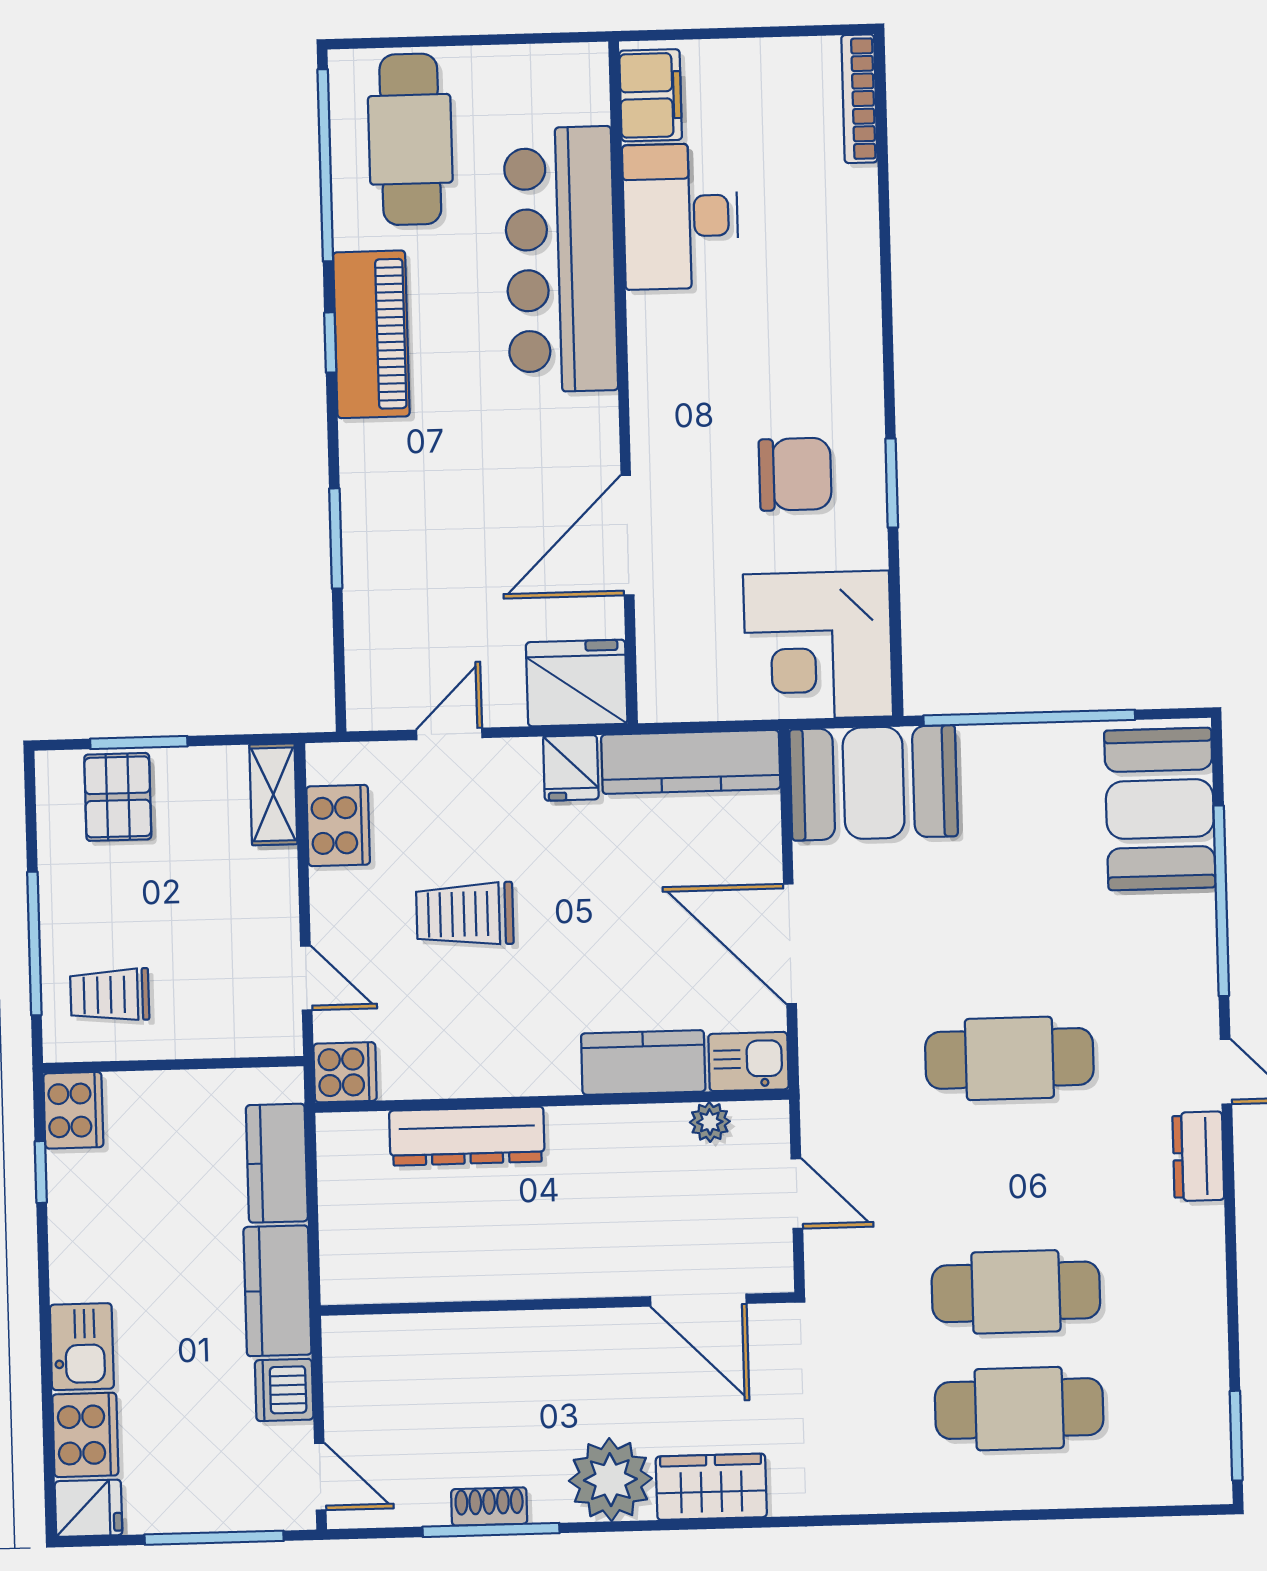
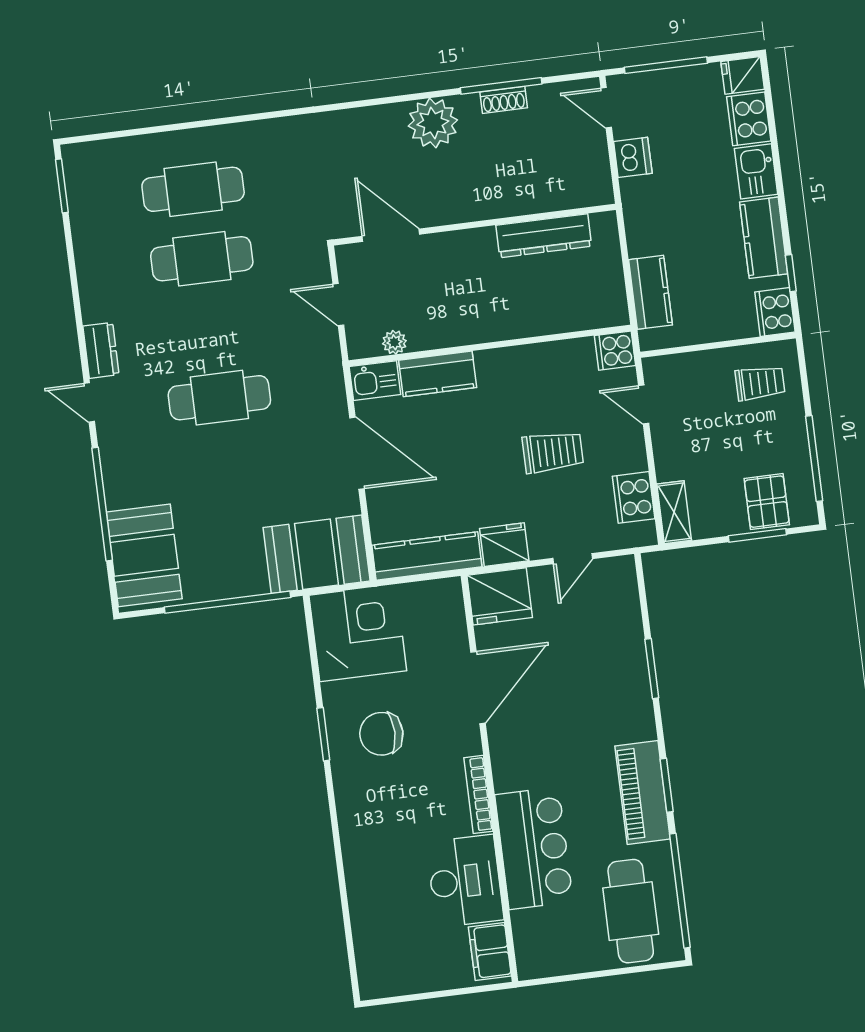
bookcase: (859, 99) -> (478, 794), moved, turned 180
bar counter: (561, 259) -> (534, 848), width x0.73
window: (330, 342) -> (667, 785), width x1.50
fridge: (571, 768) -> (504, 545), width x1.38
window: (34, 943) -> (814, 459), moved
dresser: (467, 1136) -> (544, 236), moved, turned 180
kitchen counter: (277, 1291) -> (764, 238), moved, turned 180
wardrobe: (711, 1487) -> (372, 125), removed

